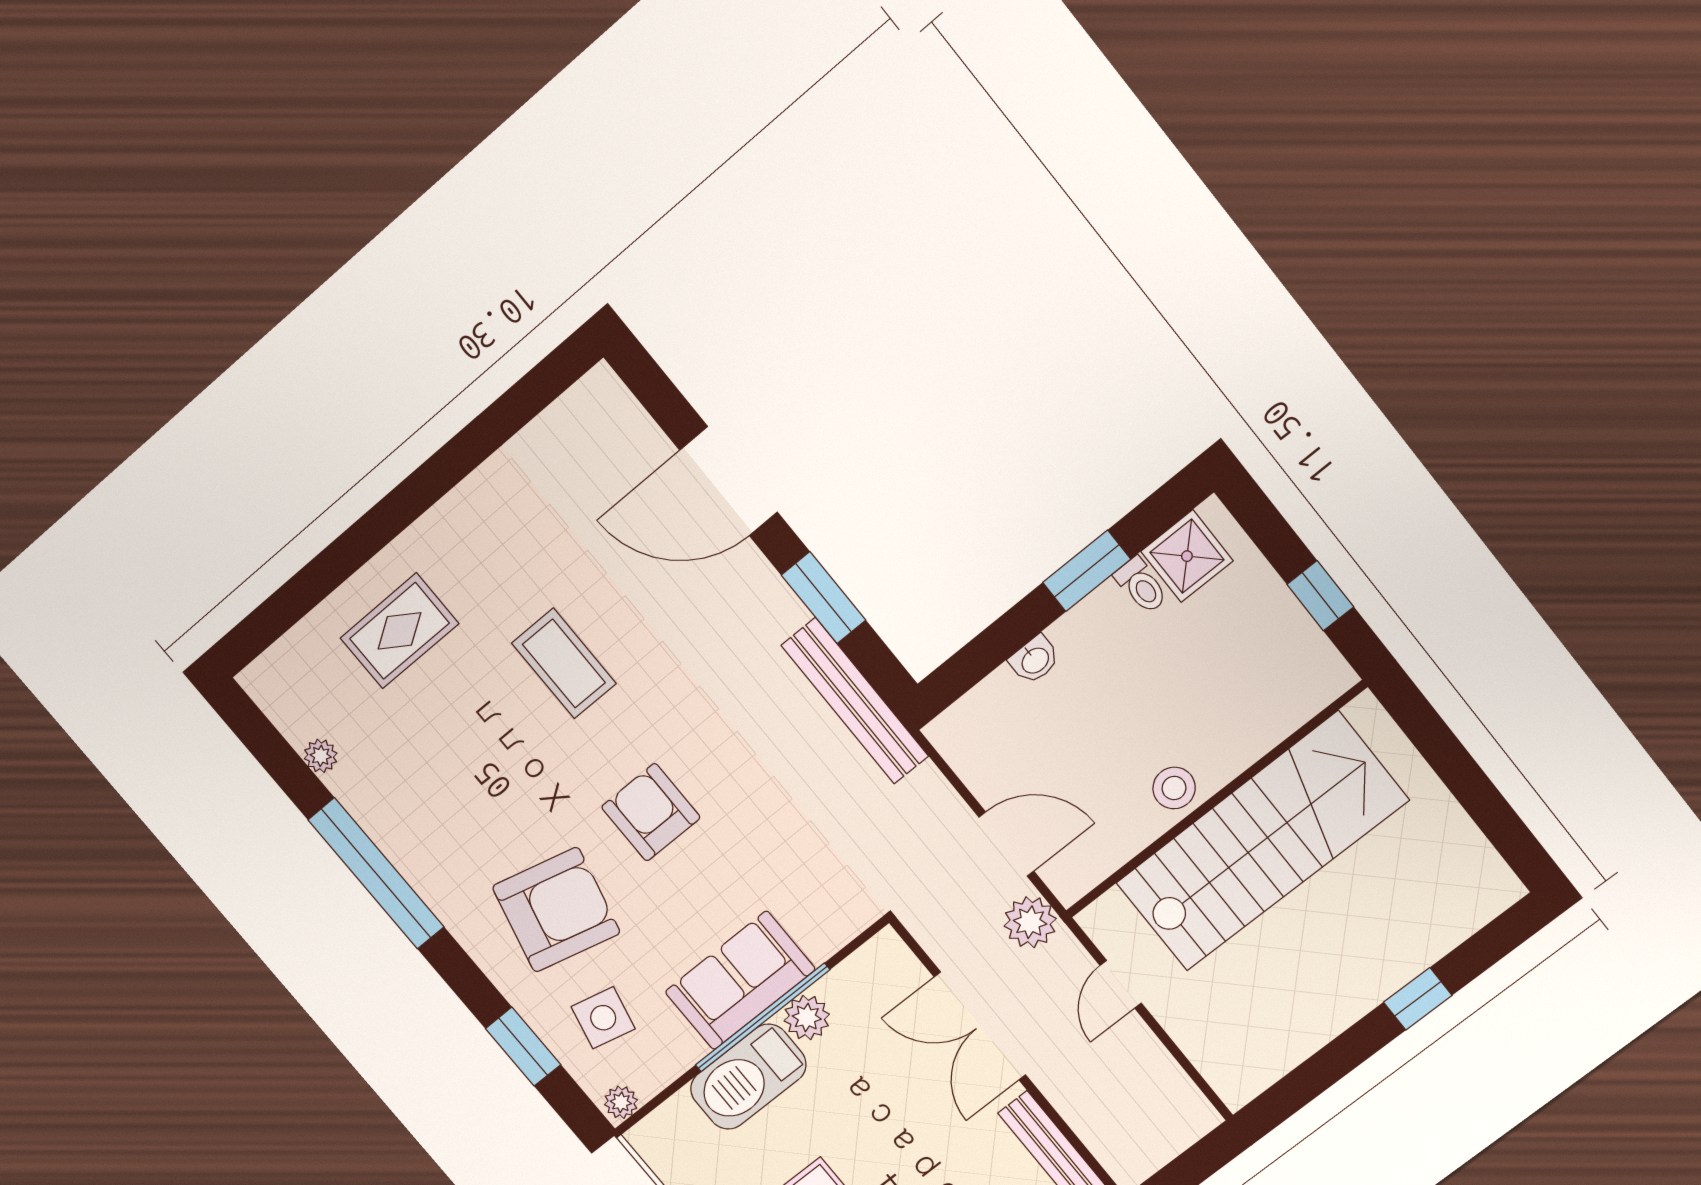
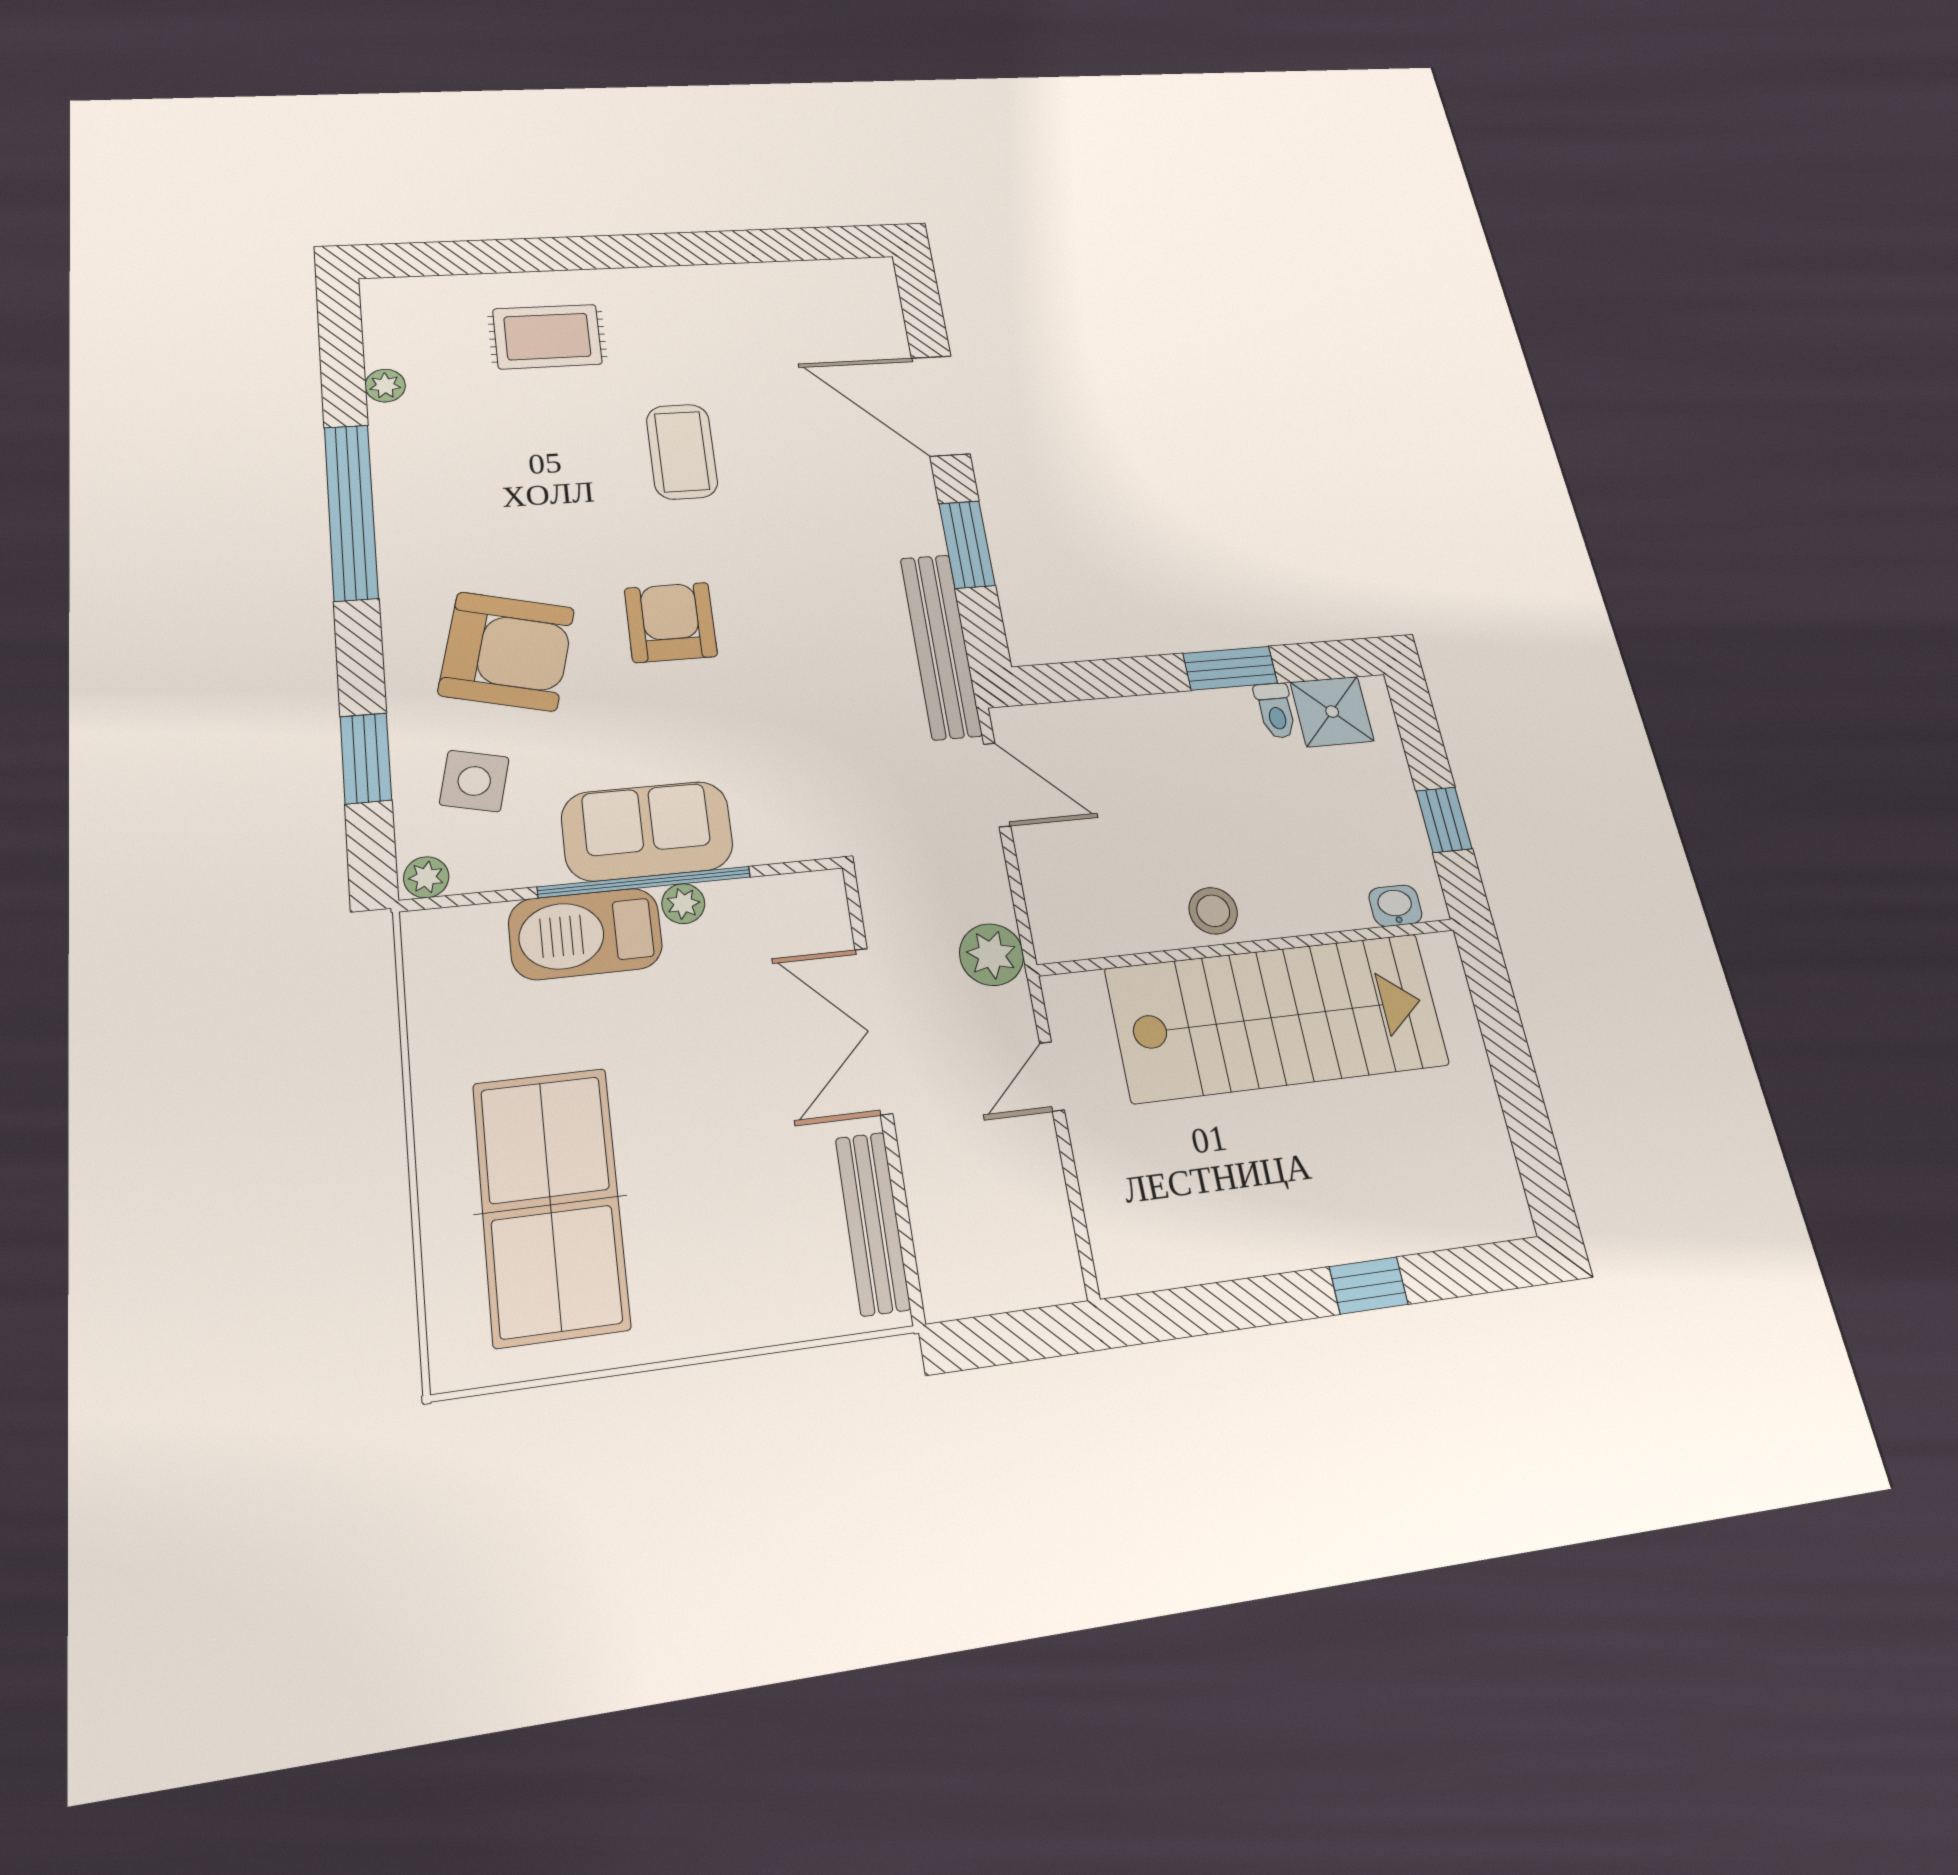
washbasin: (1035, 660) -> (1395, 906), moved, turned 180
door: (1006, 844) -> (997, 785), moved
plant: (807, 1018) -> (683, 904), width x0.73, depth x0.73

